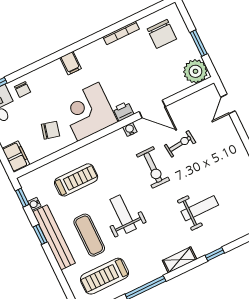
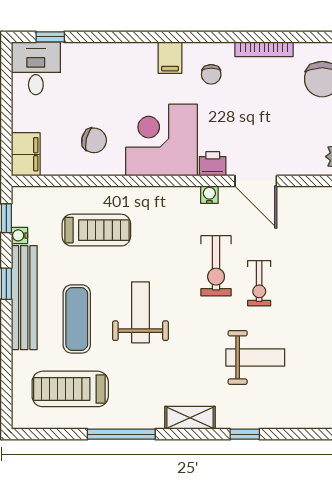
chair: (23, 89) -> (211, 74), moved
exercise bike: (180, 144) -> (259, 283), moved, turned 96

